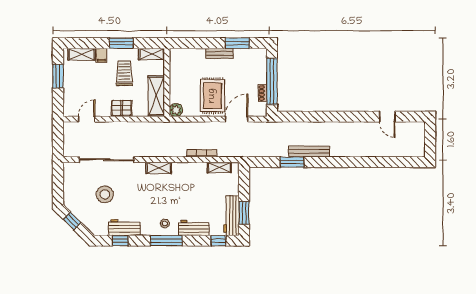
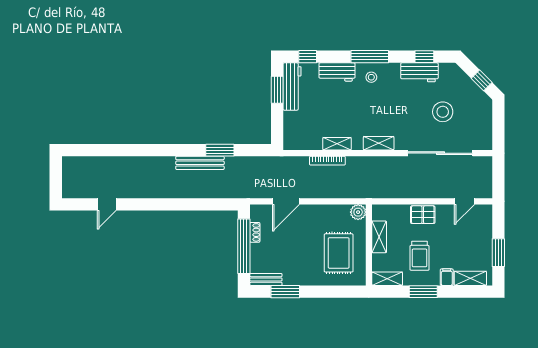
bench: (219, 53) -> (266, 279), moved
shelving: (156, 96) -> (379, 237), width x0.67, depth x0.75
rug: (212, 96) -> (339, 253), moved
door: (387, 117) -> (107, 204), swing flipped
shelving: (219, 168) -> (337, 144), moved

